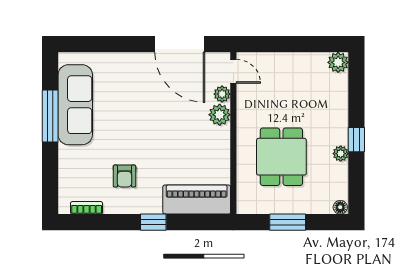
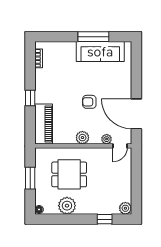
door: (180, 44) -> (136, 114), hinge flipped
plant: (220, 115) -> (82, 138), moved
window: (356, 140) -> (105, 219), moved
plant: (341, 154) -> (67, 206), width x1.87, depth x1.87
armchair: (124, 176) -> (89, 102), moved

